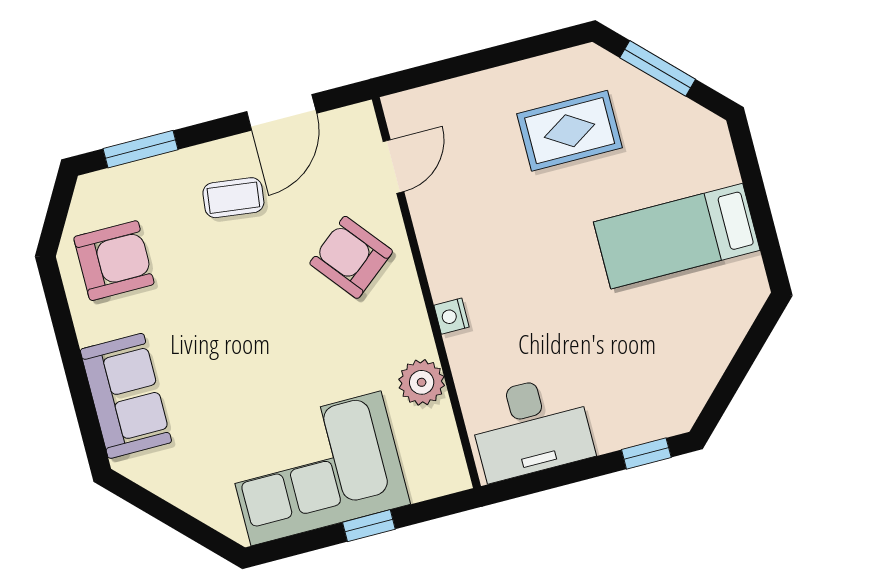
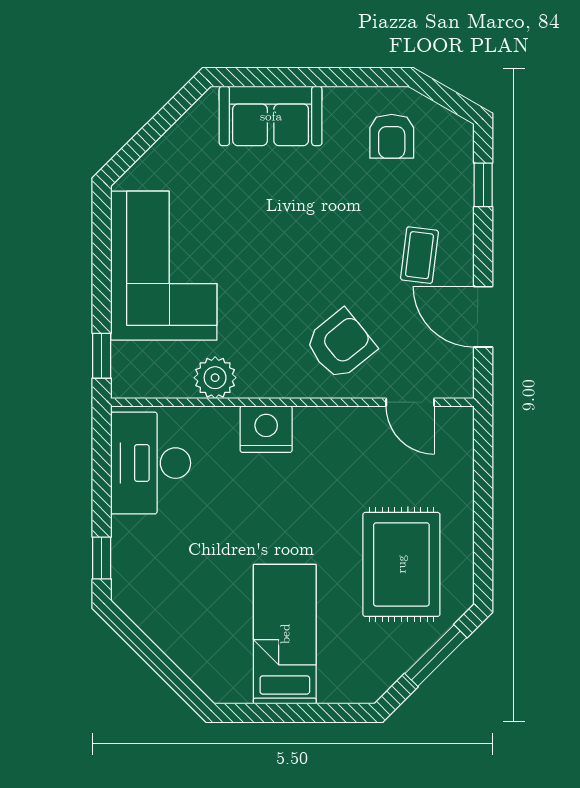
rug: (570, 131) -> (401, 564), width x1.36, depth x1.43
window: (140, 149) -> (483, 185), width x0.67
armchair: (114, 261) -> (392, 136), width x0.72, depth x0.72
nightstand: (451, 316) -> (266, 429), width x1.89, depth x1.79
window: (369, 526) -> (102, 356), moved

